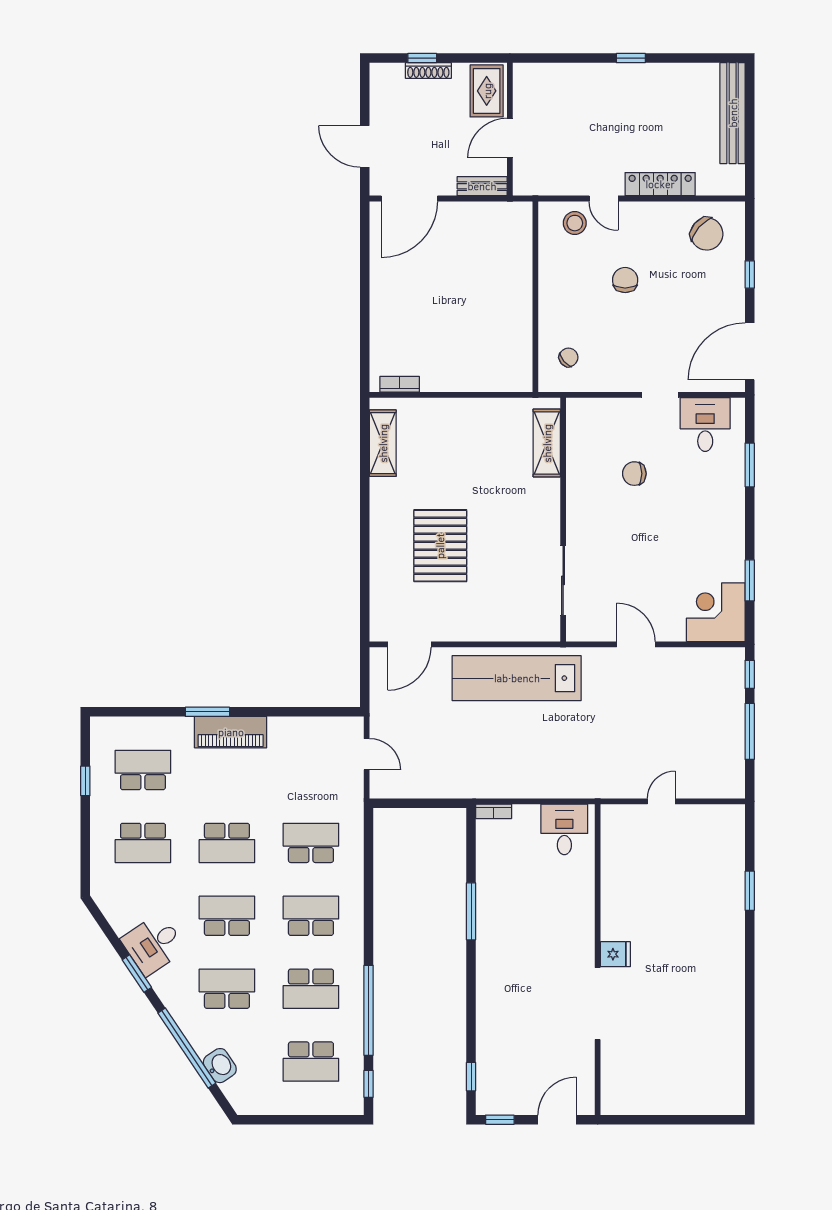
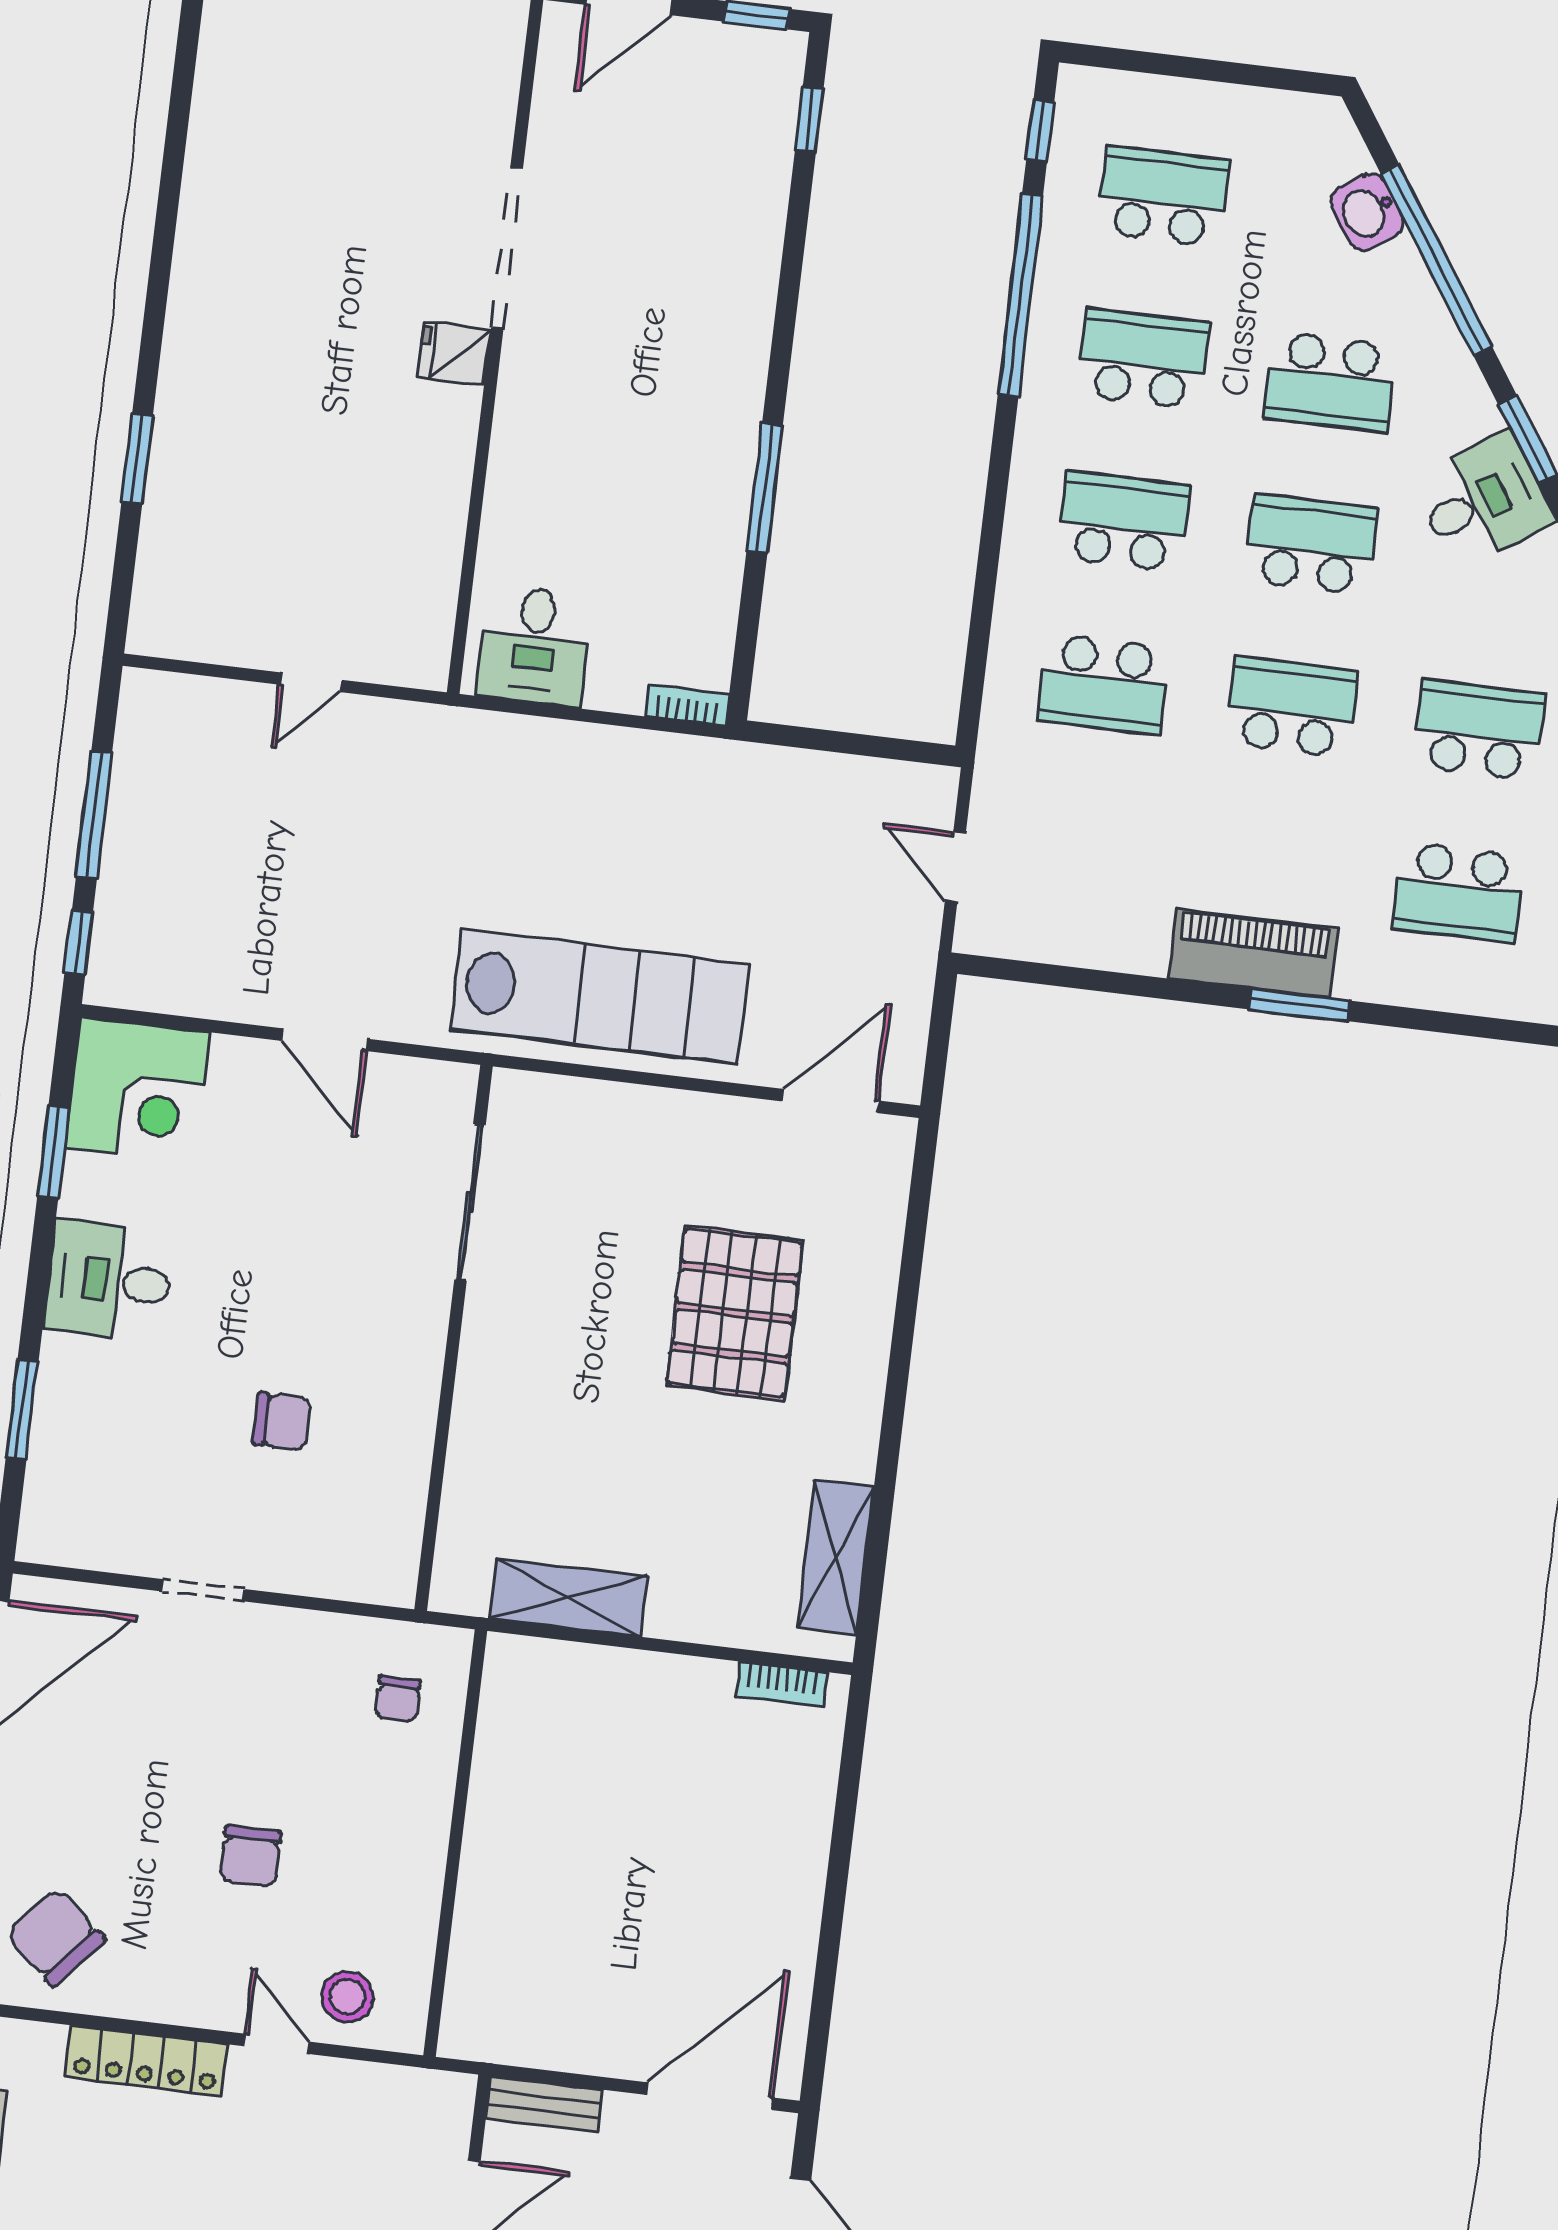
chair: (568, 357) -> (398, 1699), turned -49
desk: (705, 425) -> (109, 1281), moved, turned 90
shelving: (547, 443) -> (569, 1597), moved, turned 90
school desk: (227, 916) -> (1311, 544), turned 180
school desk: (311, 916) -> (1123, 522), turned 180

